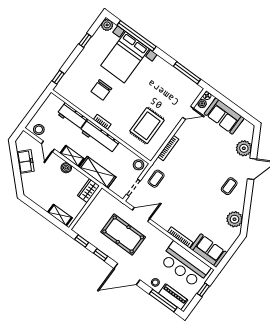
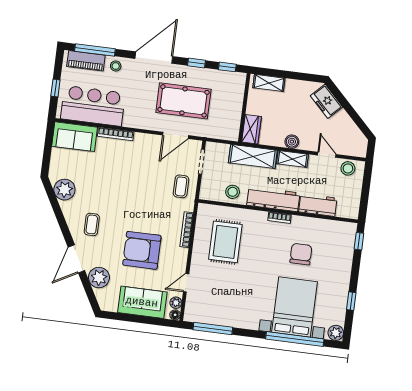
armchair: (205, 151) -> (142, 250), added
freezer: (25, 162) -> (327, 101), moved
stool: (138, 165) -> (233, 192), moved

